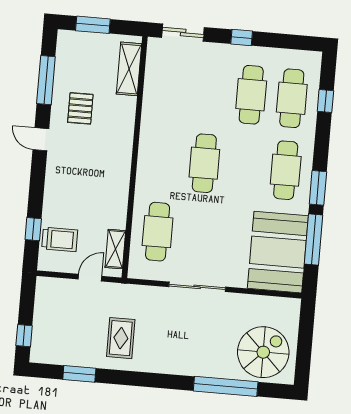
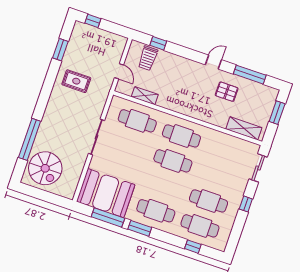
cafe table: (164, 160) -> (181, 136), added
shelving: (115, 249) -> (145, 96), moved

